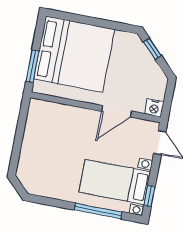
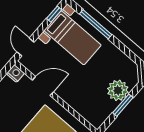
window: (18, 140) -> (123, 105), added
plant: (33, 153) -> (118, 90), added

